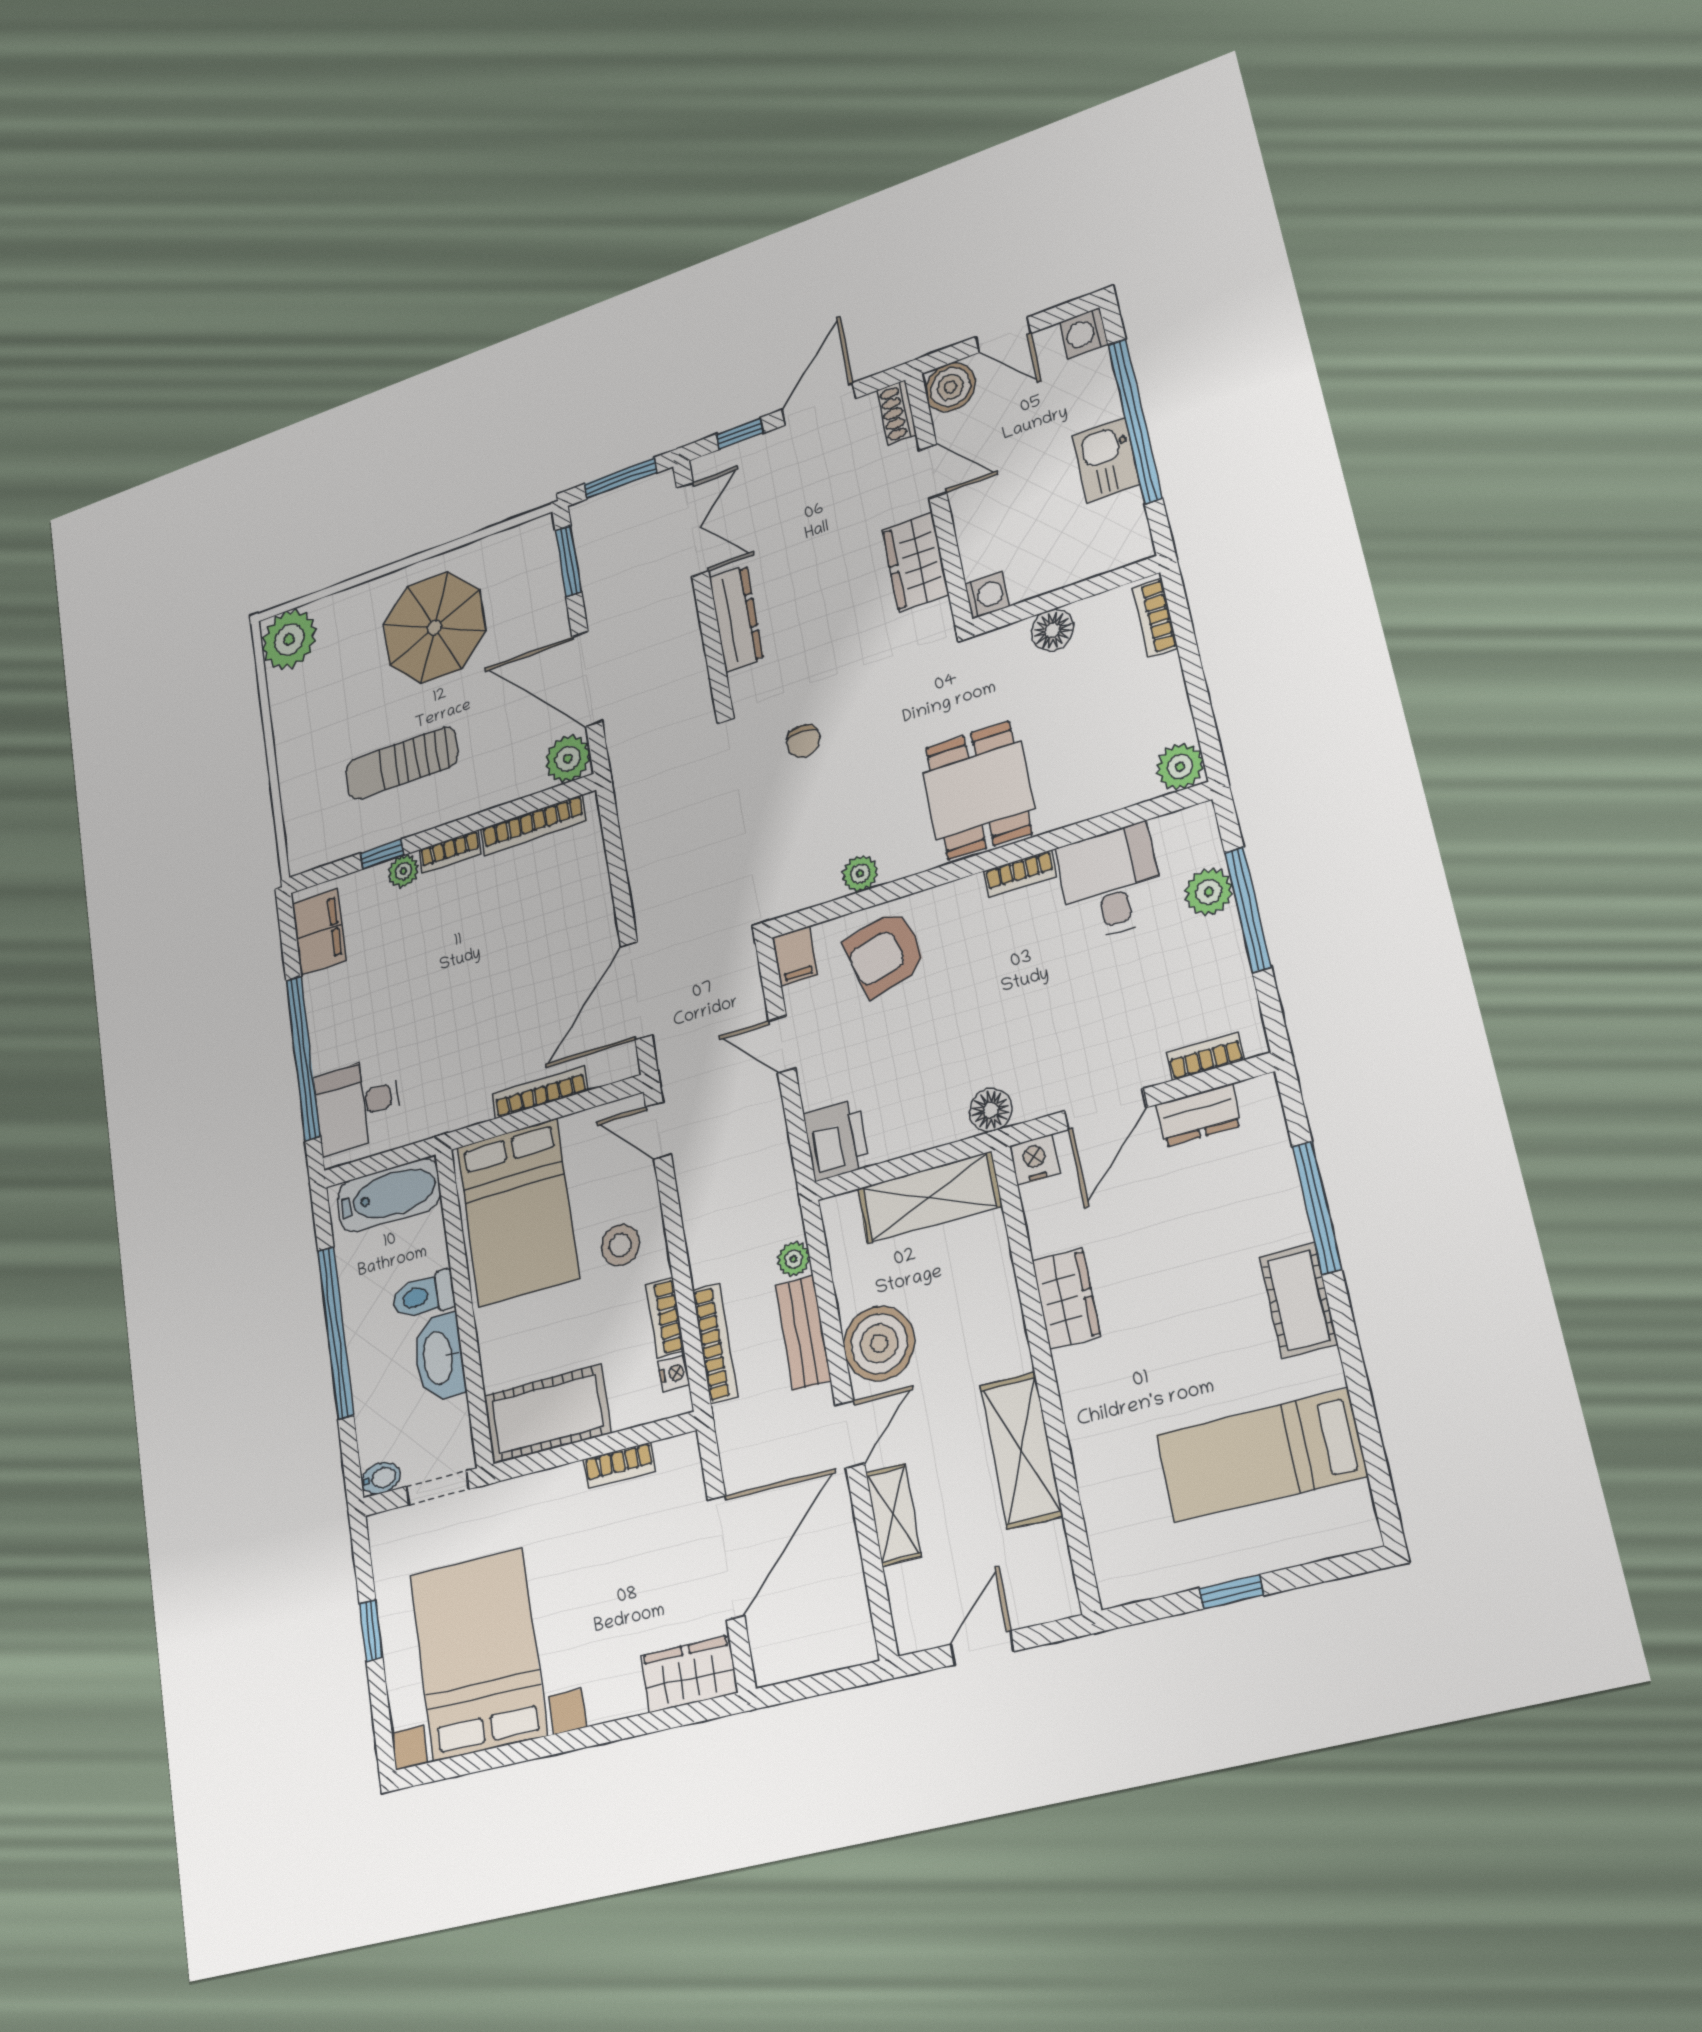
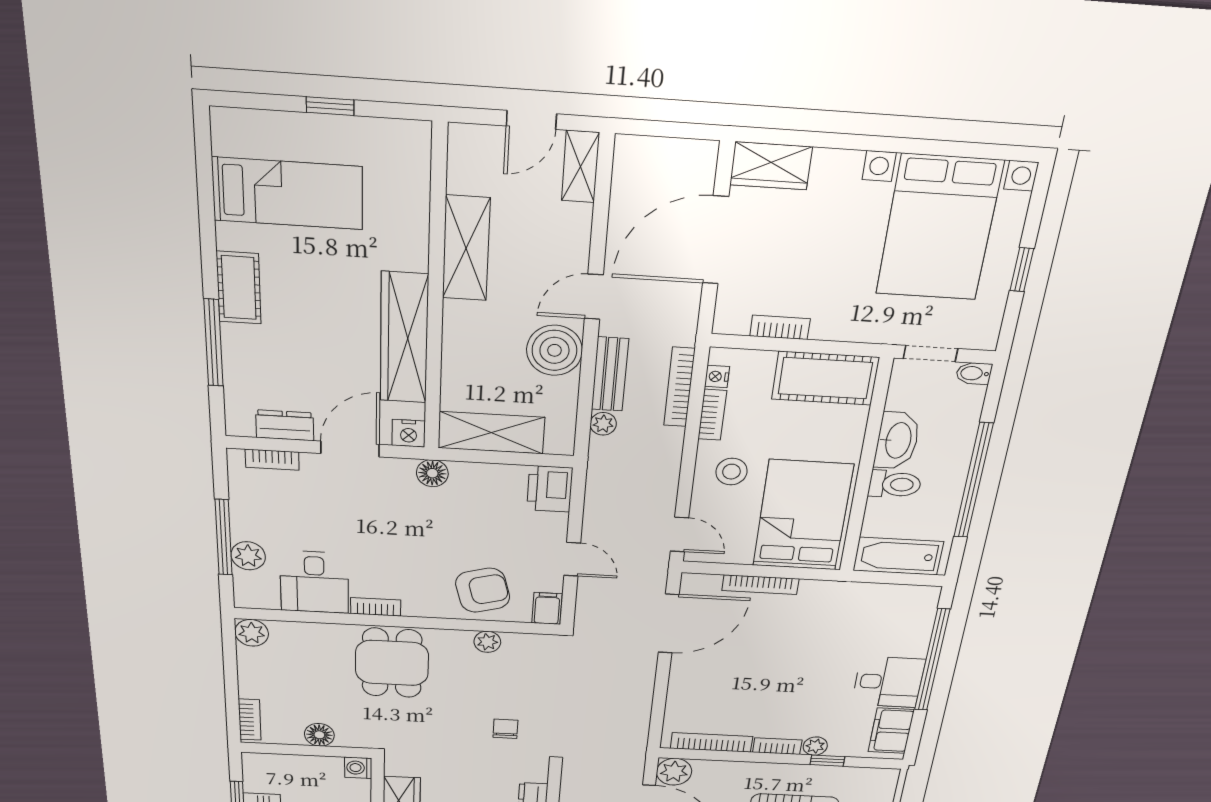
desk: (357, 1105) -> (888, 682), moved
wardrobe: (1066, 1299) -> (404, 338), width x2.10, depth x1.17
shelving: (893, 1515) -> (580, 167), moved

